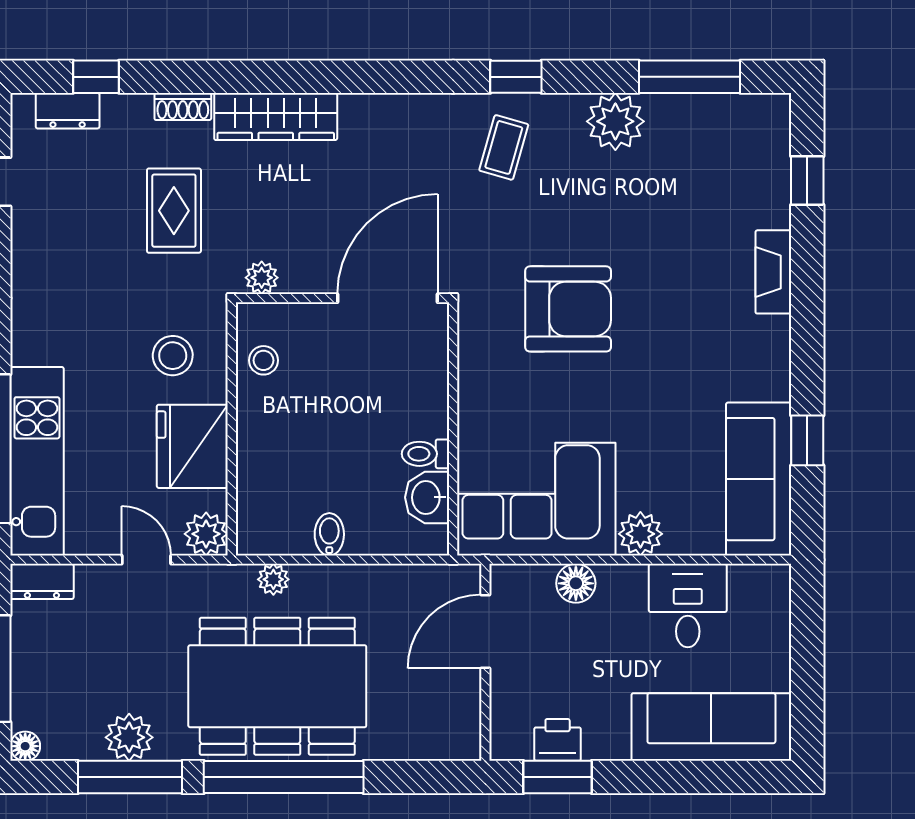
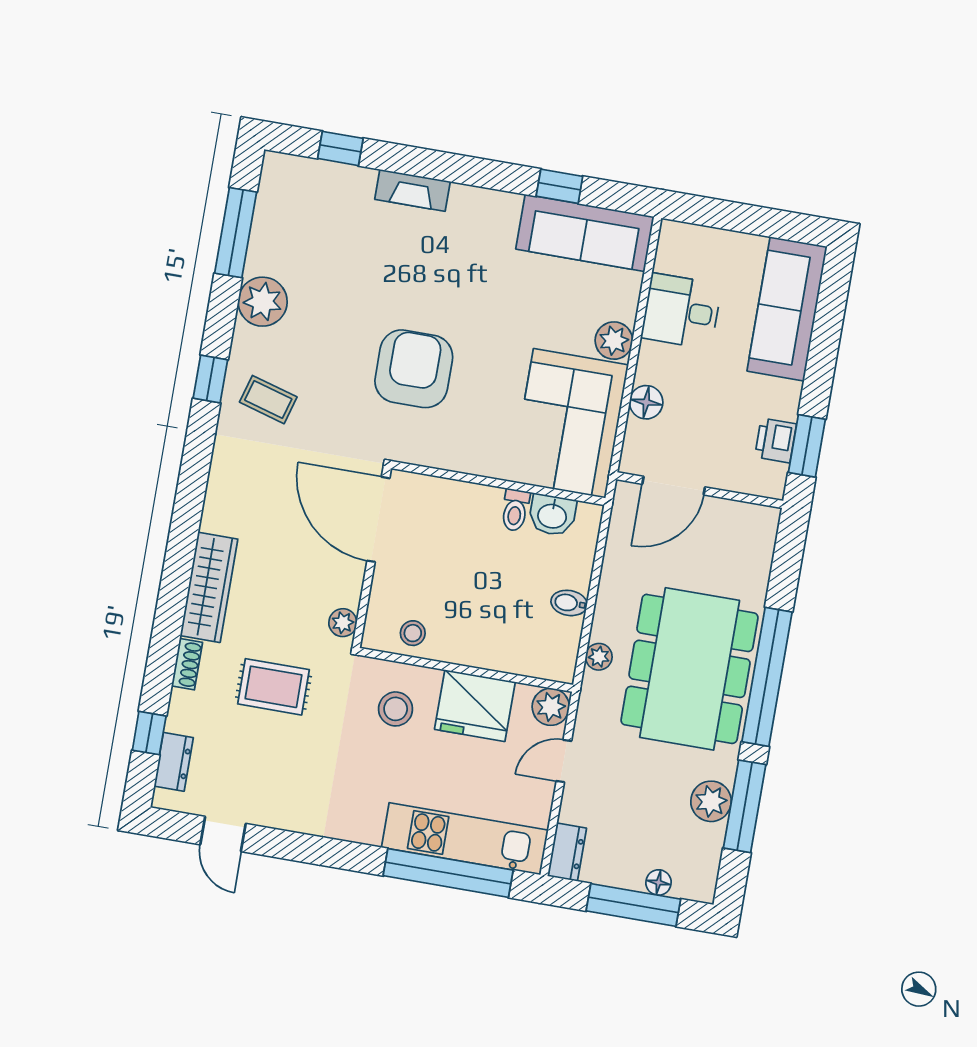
door: (485, 631) -> (674, 486), hinge flipped
floor lamp: (25, 746) -> (659, 882), moved

